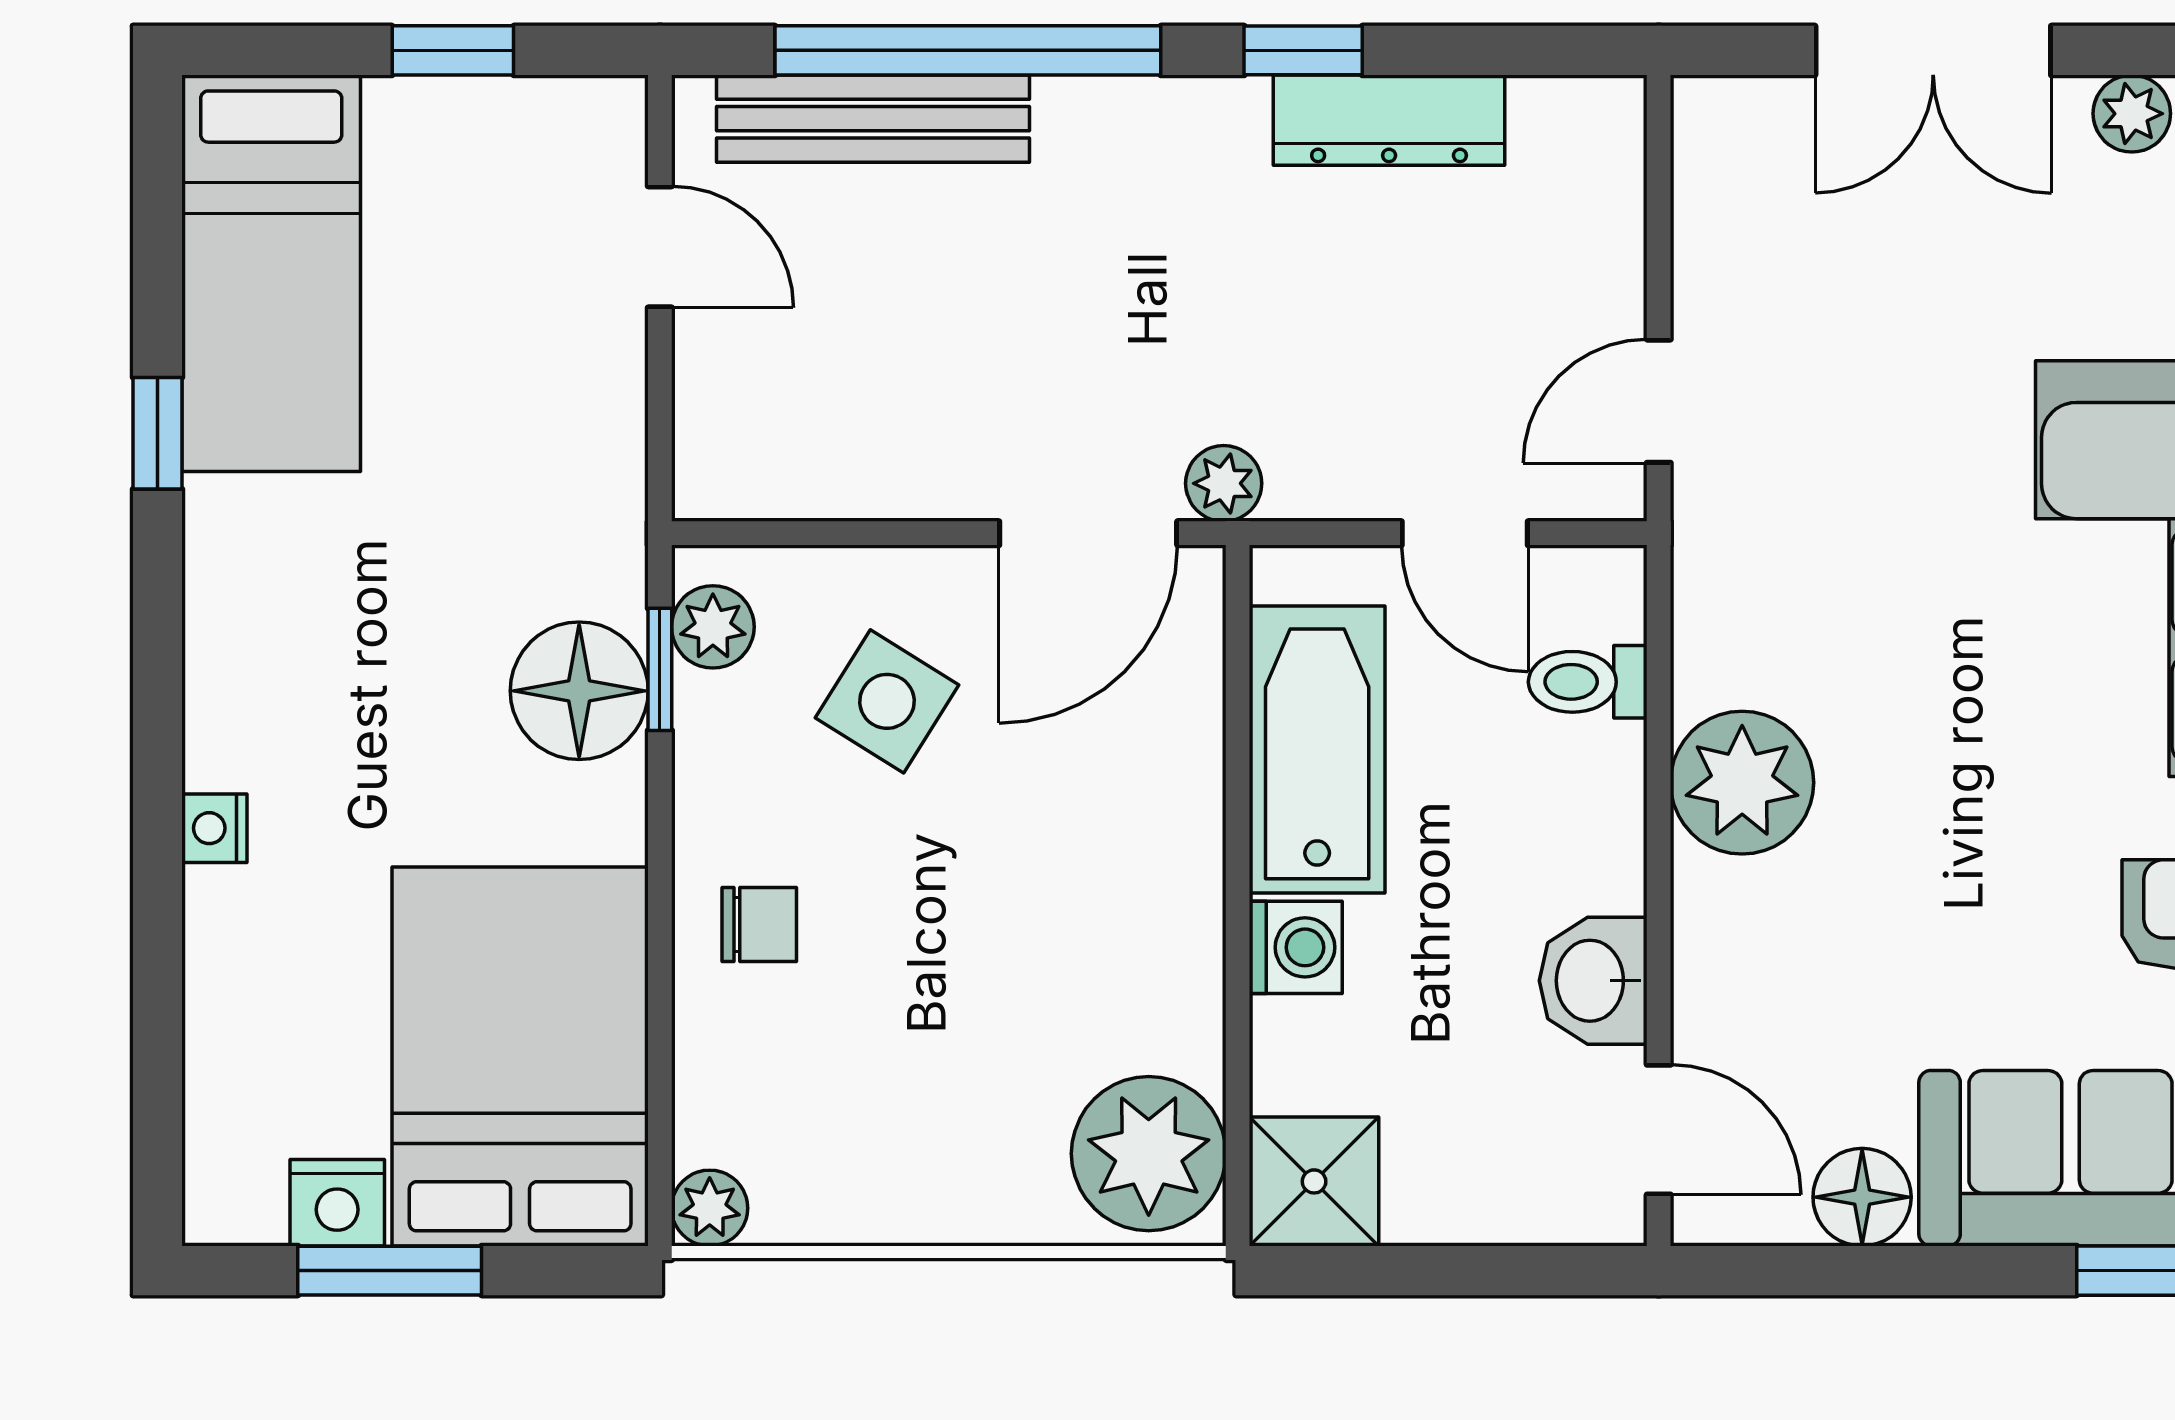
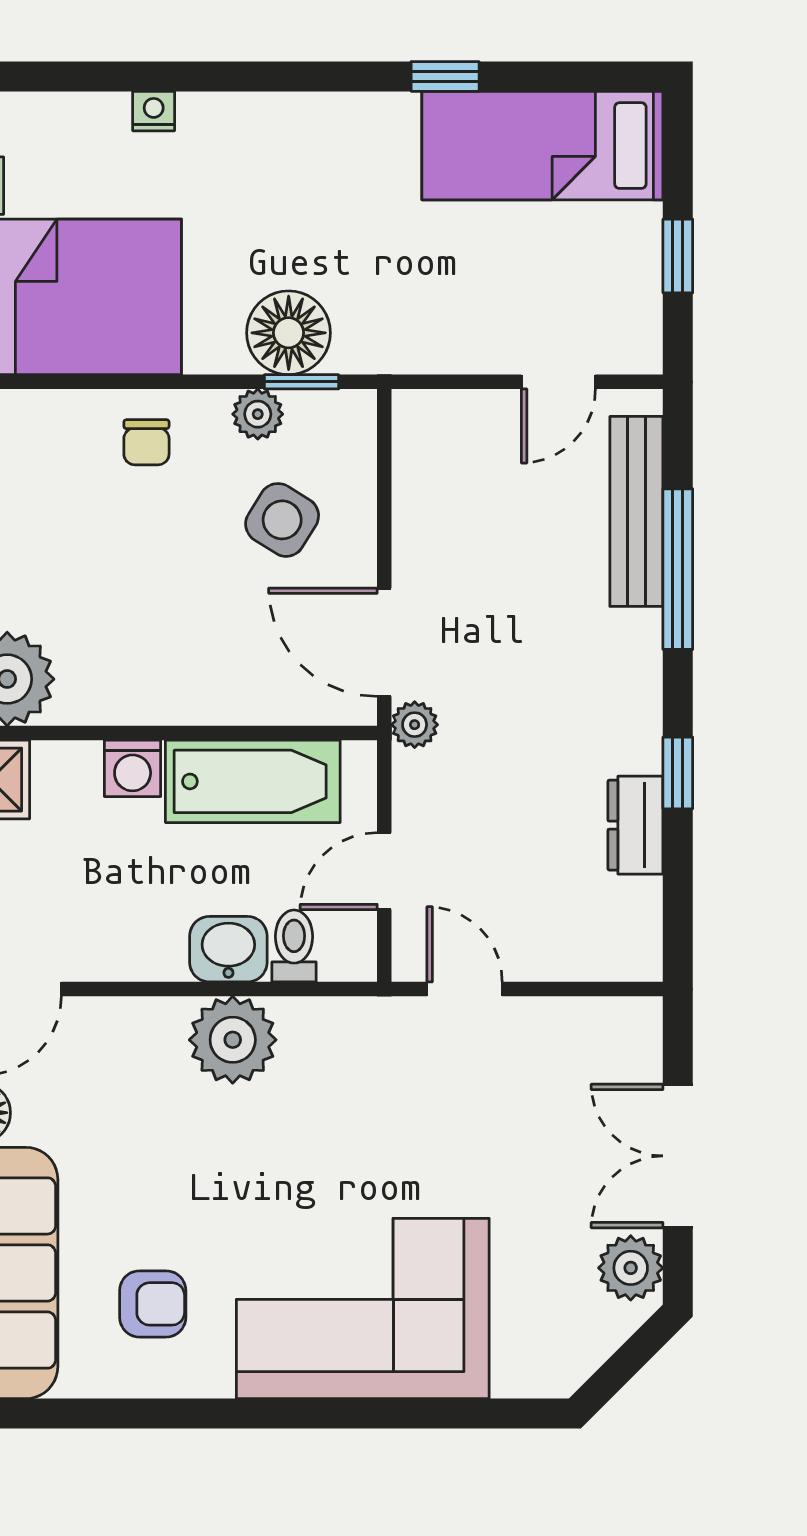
window: (968, 50) -> (678, 569), width x0.68
plant: (2132, 114) -> (631, 1268), width x1.38, depth x1.38
dresser: (1389, 120) -> (635, 825), width x0.70
plant: (713, 627) -> (258, 414), moved
nightstand: (214, 828) -> (154, 111), moved
washbasin: (1593, 981) -> (228, 949), moved

